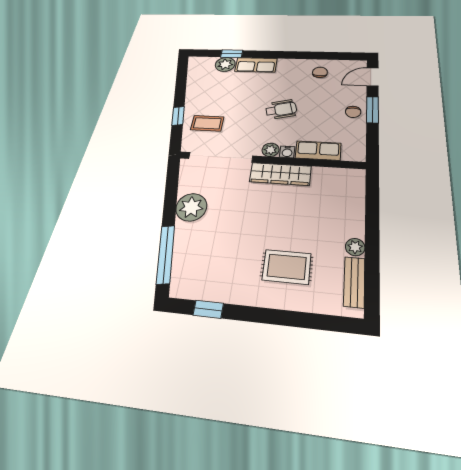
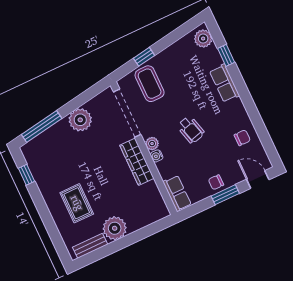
plant: (225, 64) -> (203, 39), moved
coffee table: (207, 123) -> (150, 84), width x1.36, depth x1.30
row of seats: (318, 151) -> (177, 193), moved
plant: (355, 247) -> (115, 228), width x1.88, depth x1.88

